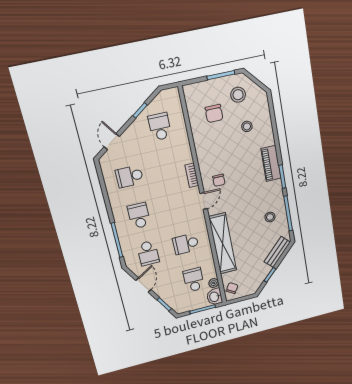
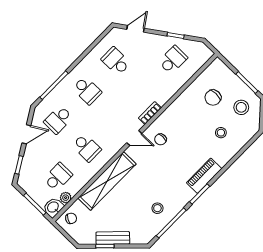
school desk: (139, 216) -> (87, 90), turned 90
school desk: (186, 244) -> (87, 148), turned 180
bench: (277, 252) -> (113, 238), moved

